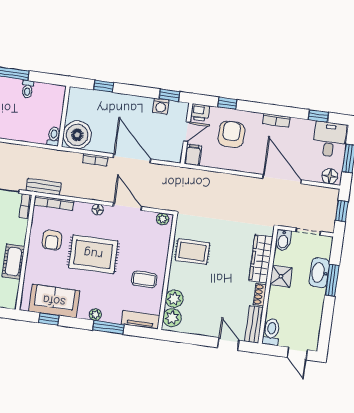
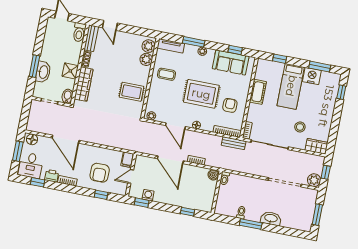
printer: (200, 112) -> (52, 176), moved
boiler: (77, 135) -> (213, 175), width x0.54, depth x0.54
window: (342, 211) -> (25, 114), removed

